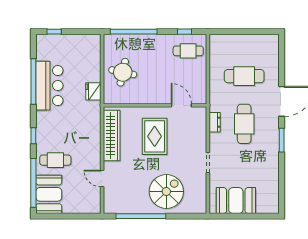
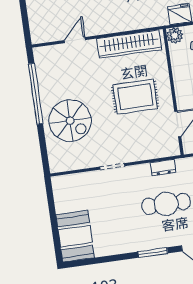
plant: (110, 98) -> (175, 35), added
booth: (236, 201) -> (75, 236), moved

